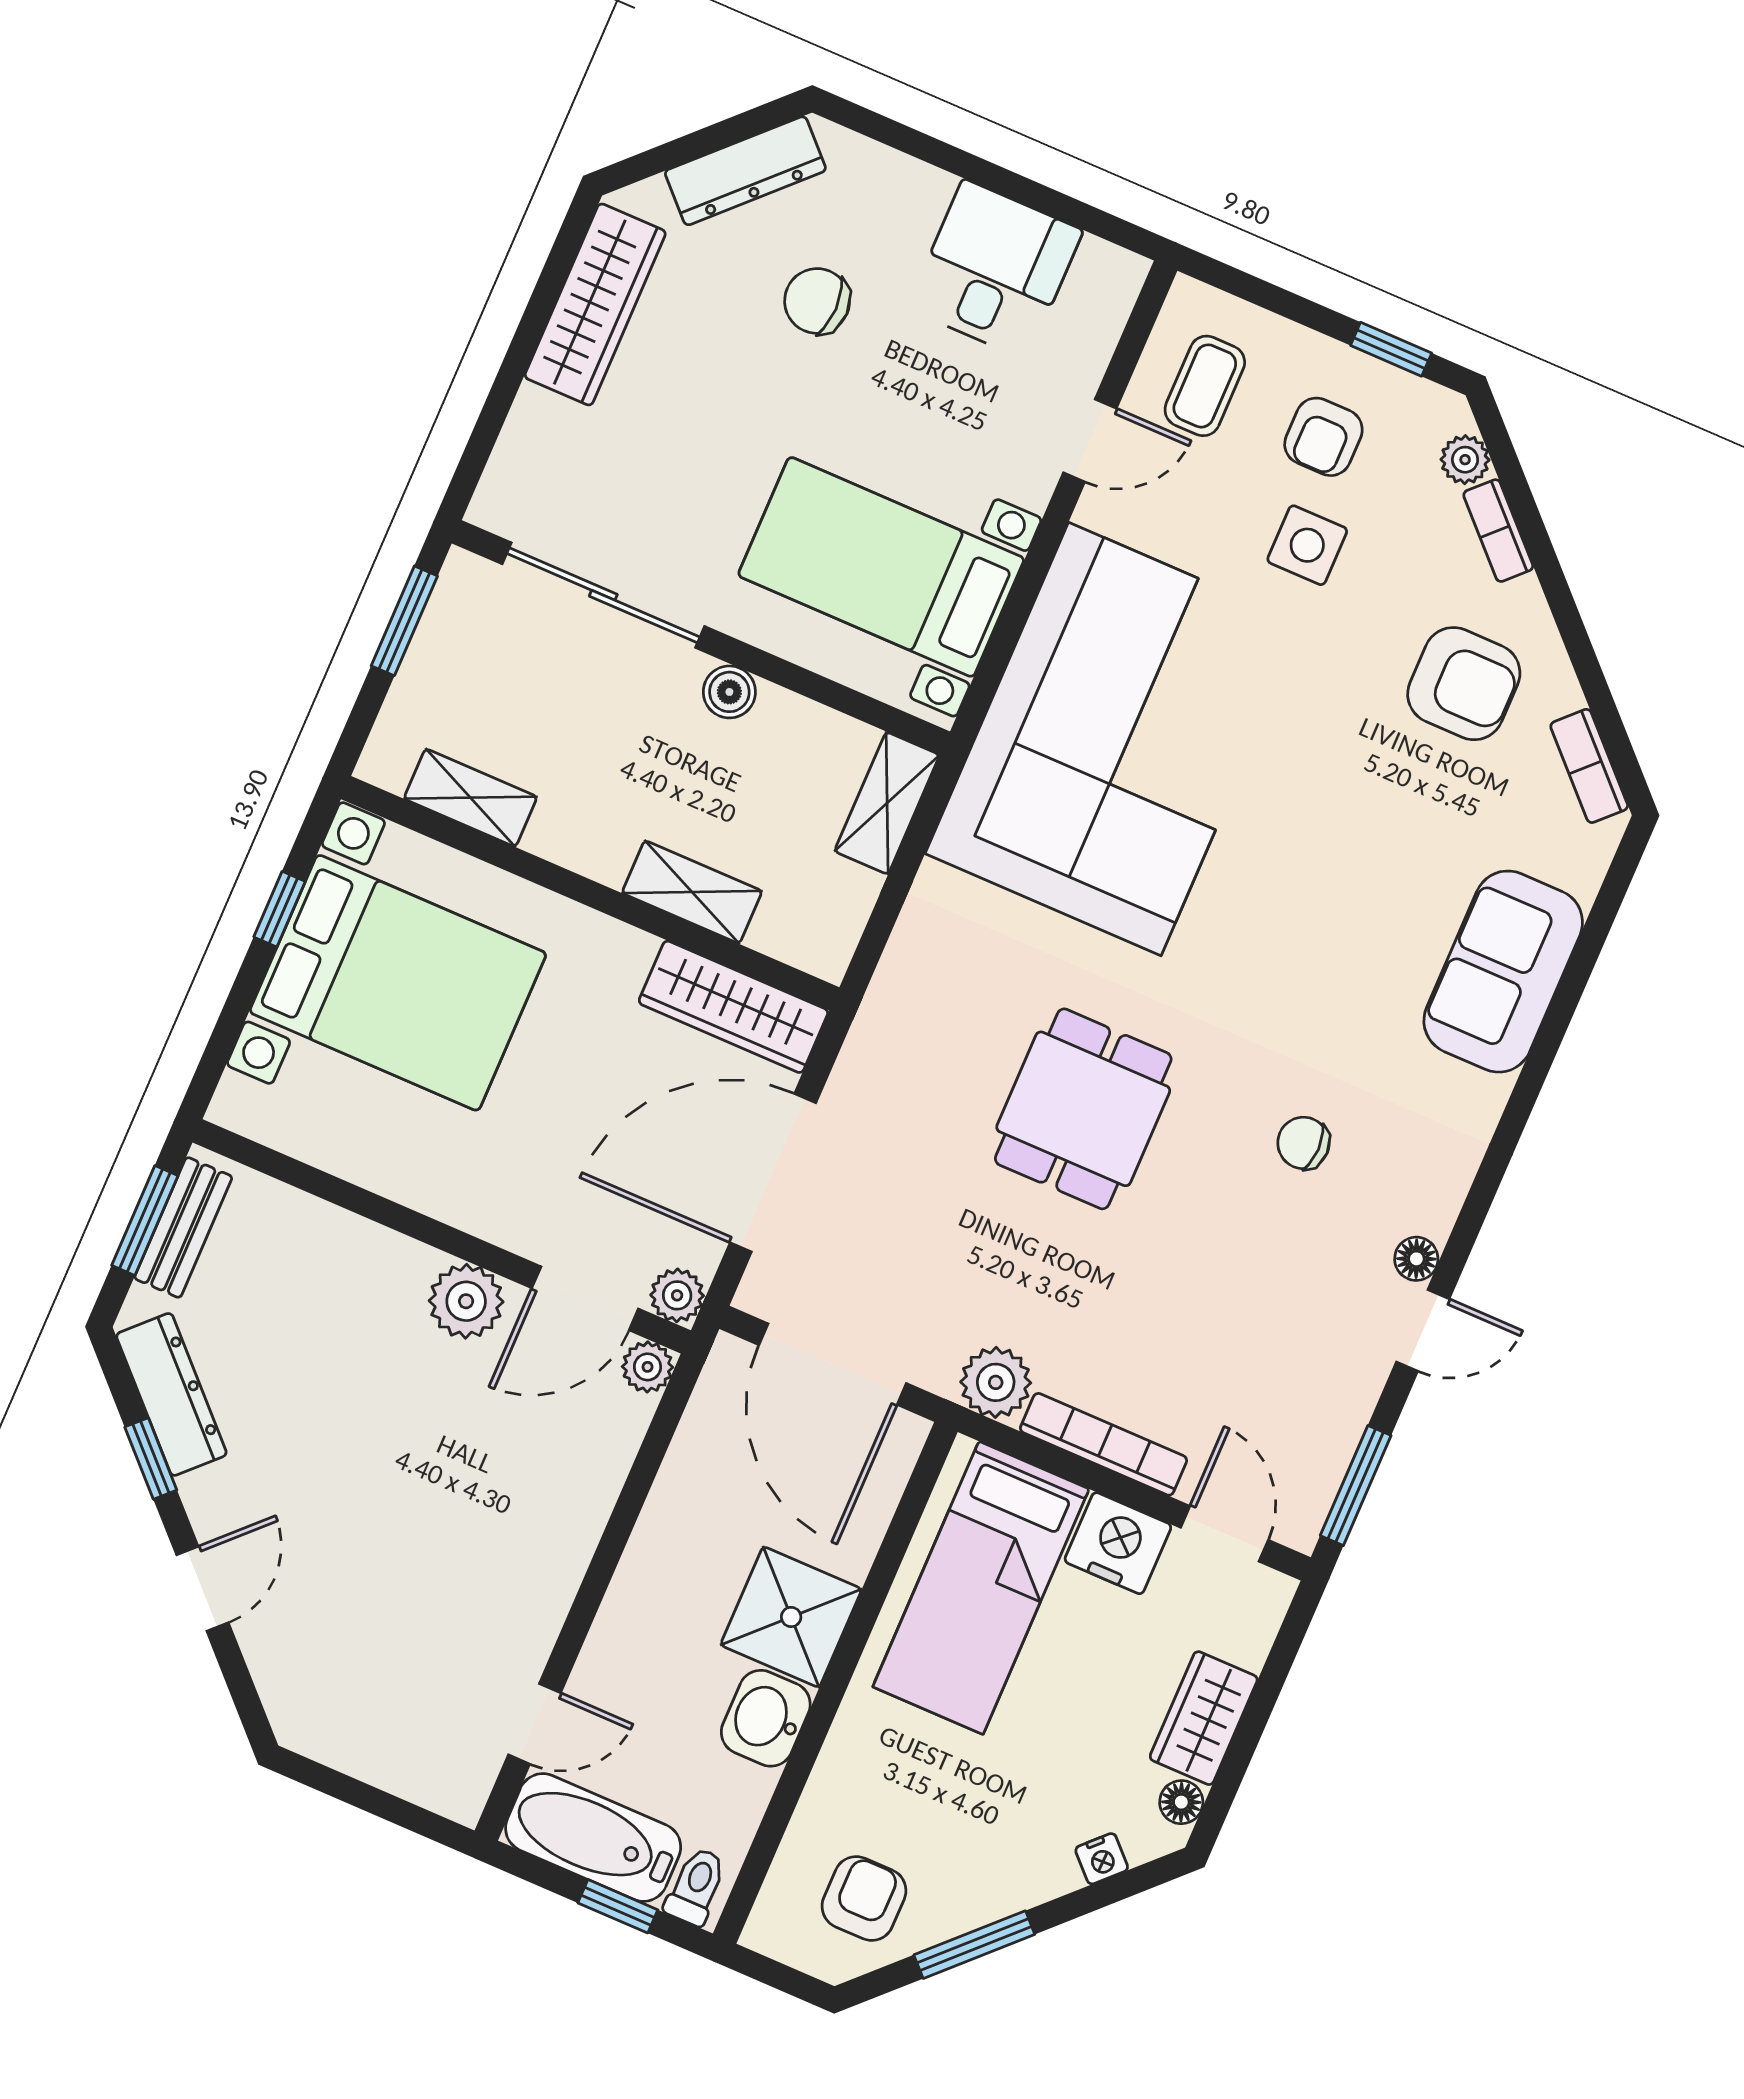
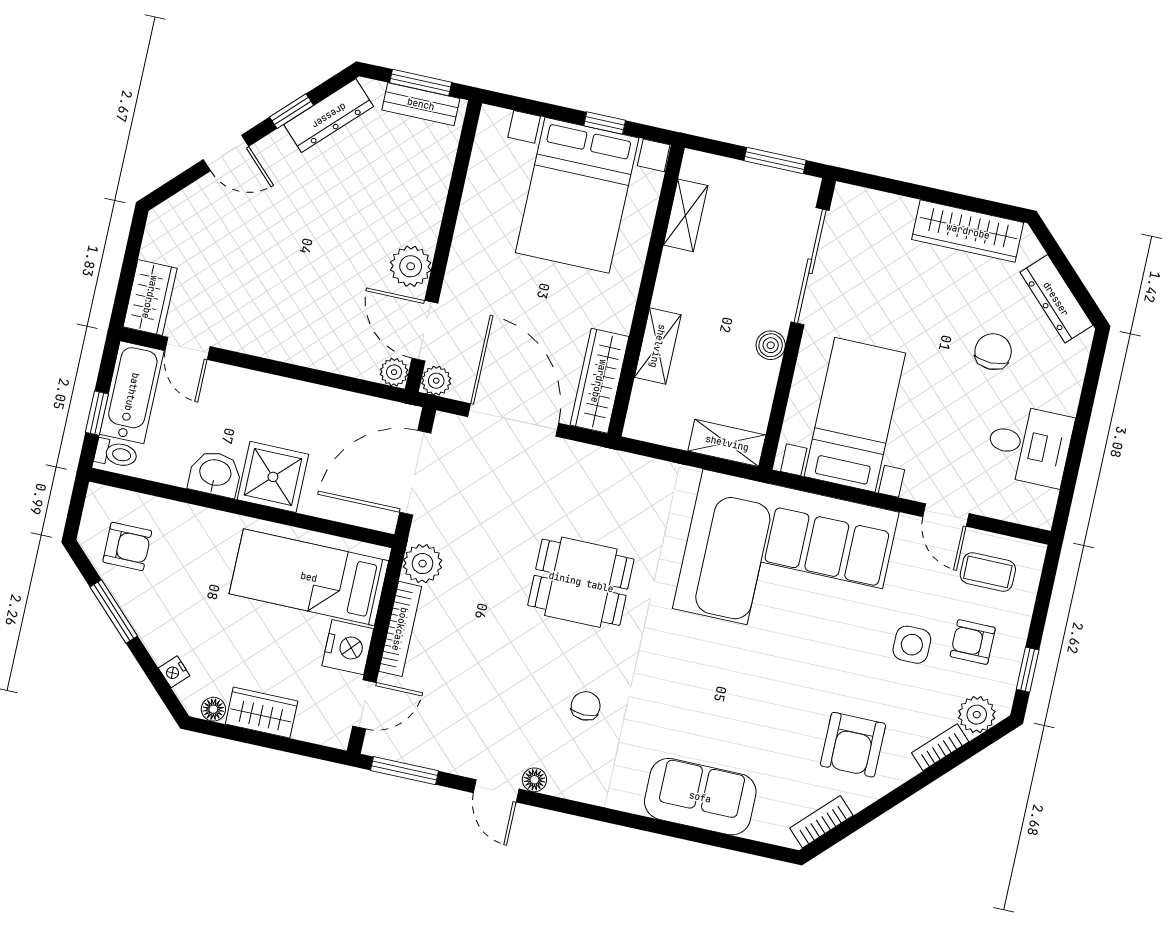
plant: (1465, 460) -> (977, 715), width x1.38, depth x1.38
wardrobe: (432, 1773) -> (150, 297), added

